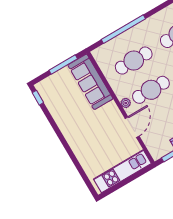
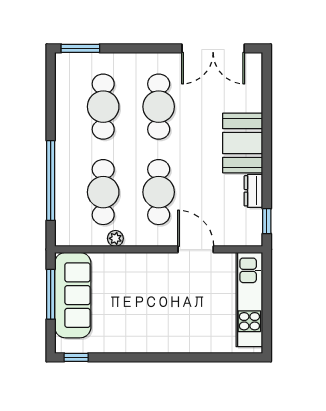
sofa: (90, 82) -> (73, 295), moved, turned -90
plant: (126, 103) -> (115, 238), moved

